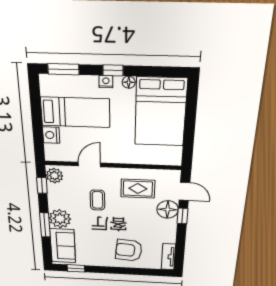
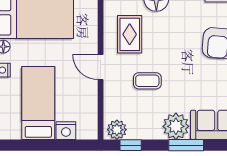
door: (89, 164) -> (101, 67), moved

